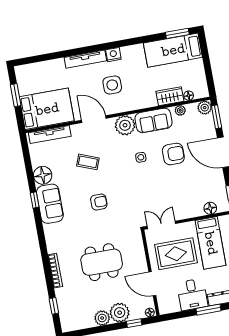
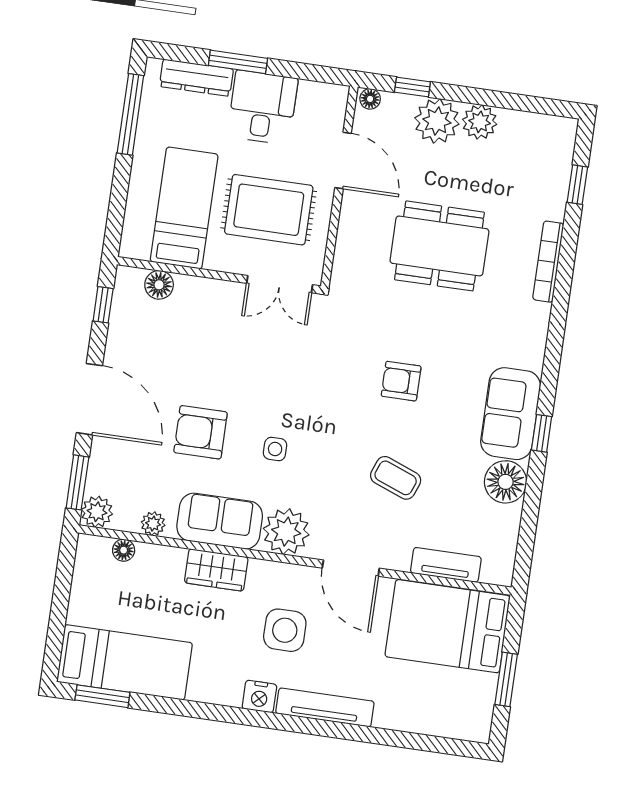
wardrobe: (170, 96) -> (216, 570), moved
tv unit: (50, 135) -> (446, 565), width x0.71

